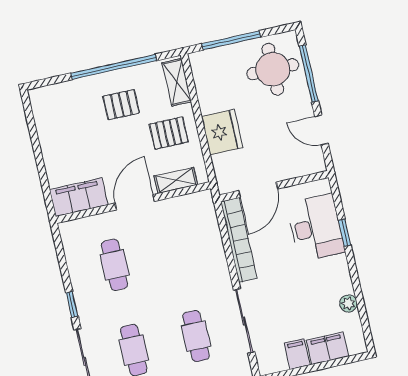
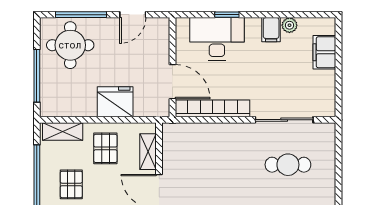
filing cabinet: (297, 354) -> (271, 30), moved, turned -90

